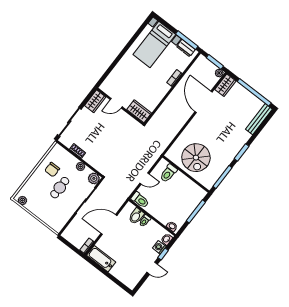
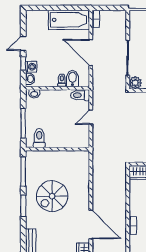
spiral stairs: (196, 158) -> (52, 196), moved, turned -90
toilet: (168, 173) -> (39, 138), moved
door: (109, 224) -> (91, 53), swing flipped
bathtub: (101, 259) -> (69, 20), width x1.36, depth x1.36

